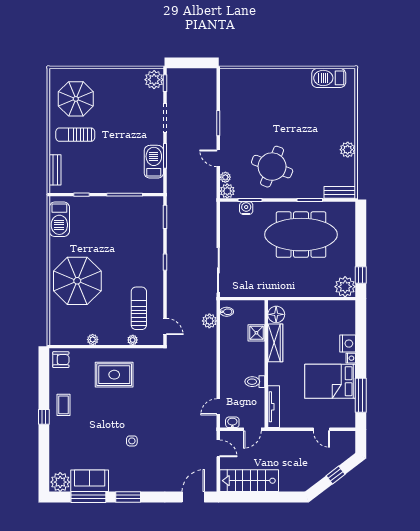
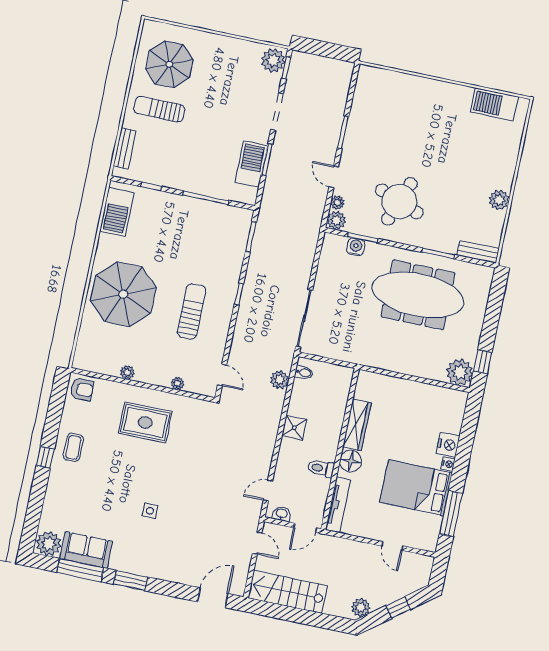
sun lounger: (139, 308) -> (192, 311), moved
floor lamp: (276, 314) -> (351, 461), moved
shower: (256, 333) -> (294, 428), moved
plant: (307, 481) -> (361, 607), added

